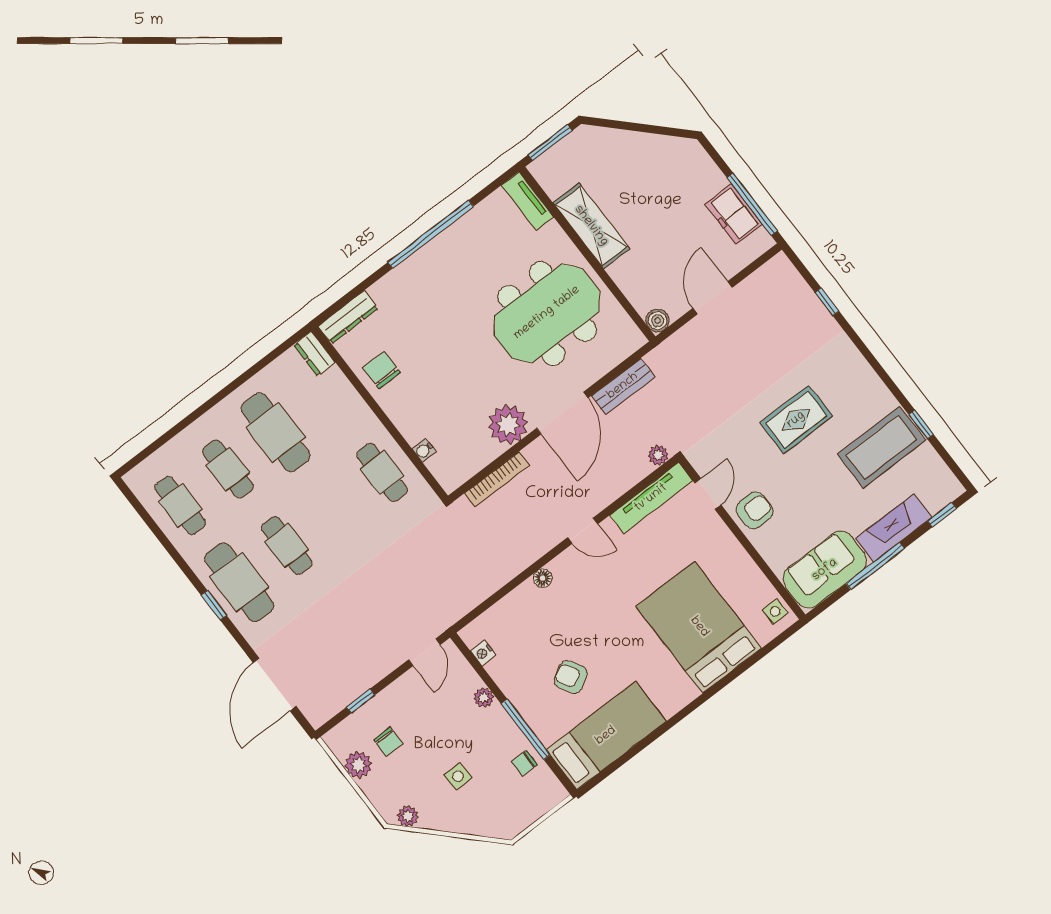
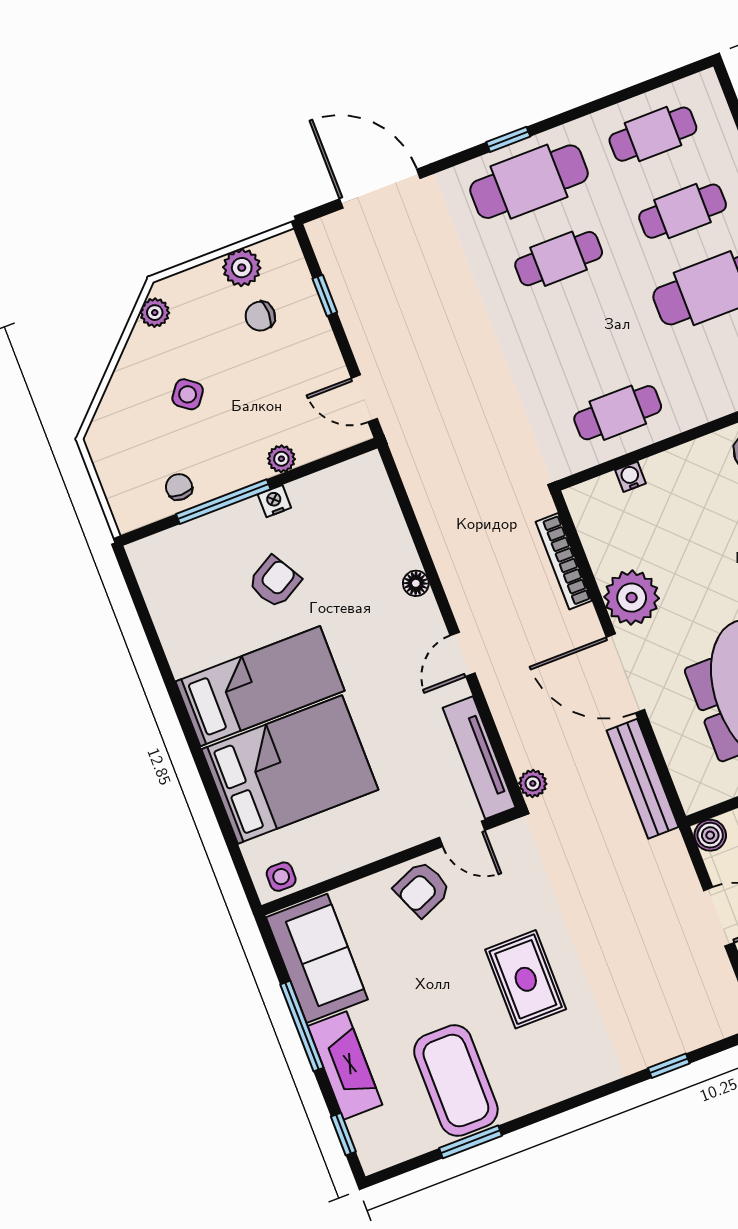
bench: (623, 386) -> (643, 779), width x1.36
window: (921, 424) -> (470, 1142), width x1.50
armchair: (755, 510) -> (422, 889), turned 67
nightstand: (483, 653) -> (274, 501), moved
bed: (606, 736) -> (260, 686), moved, turned -90
side table: (458, 776) -> (188, 394), turned 38

